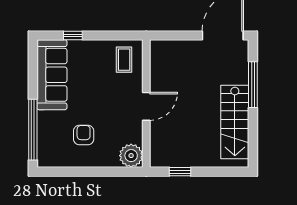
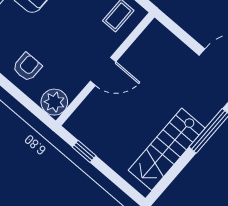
armchair: (84, 135) -> (27, 67), moved

